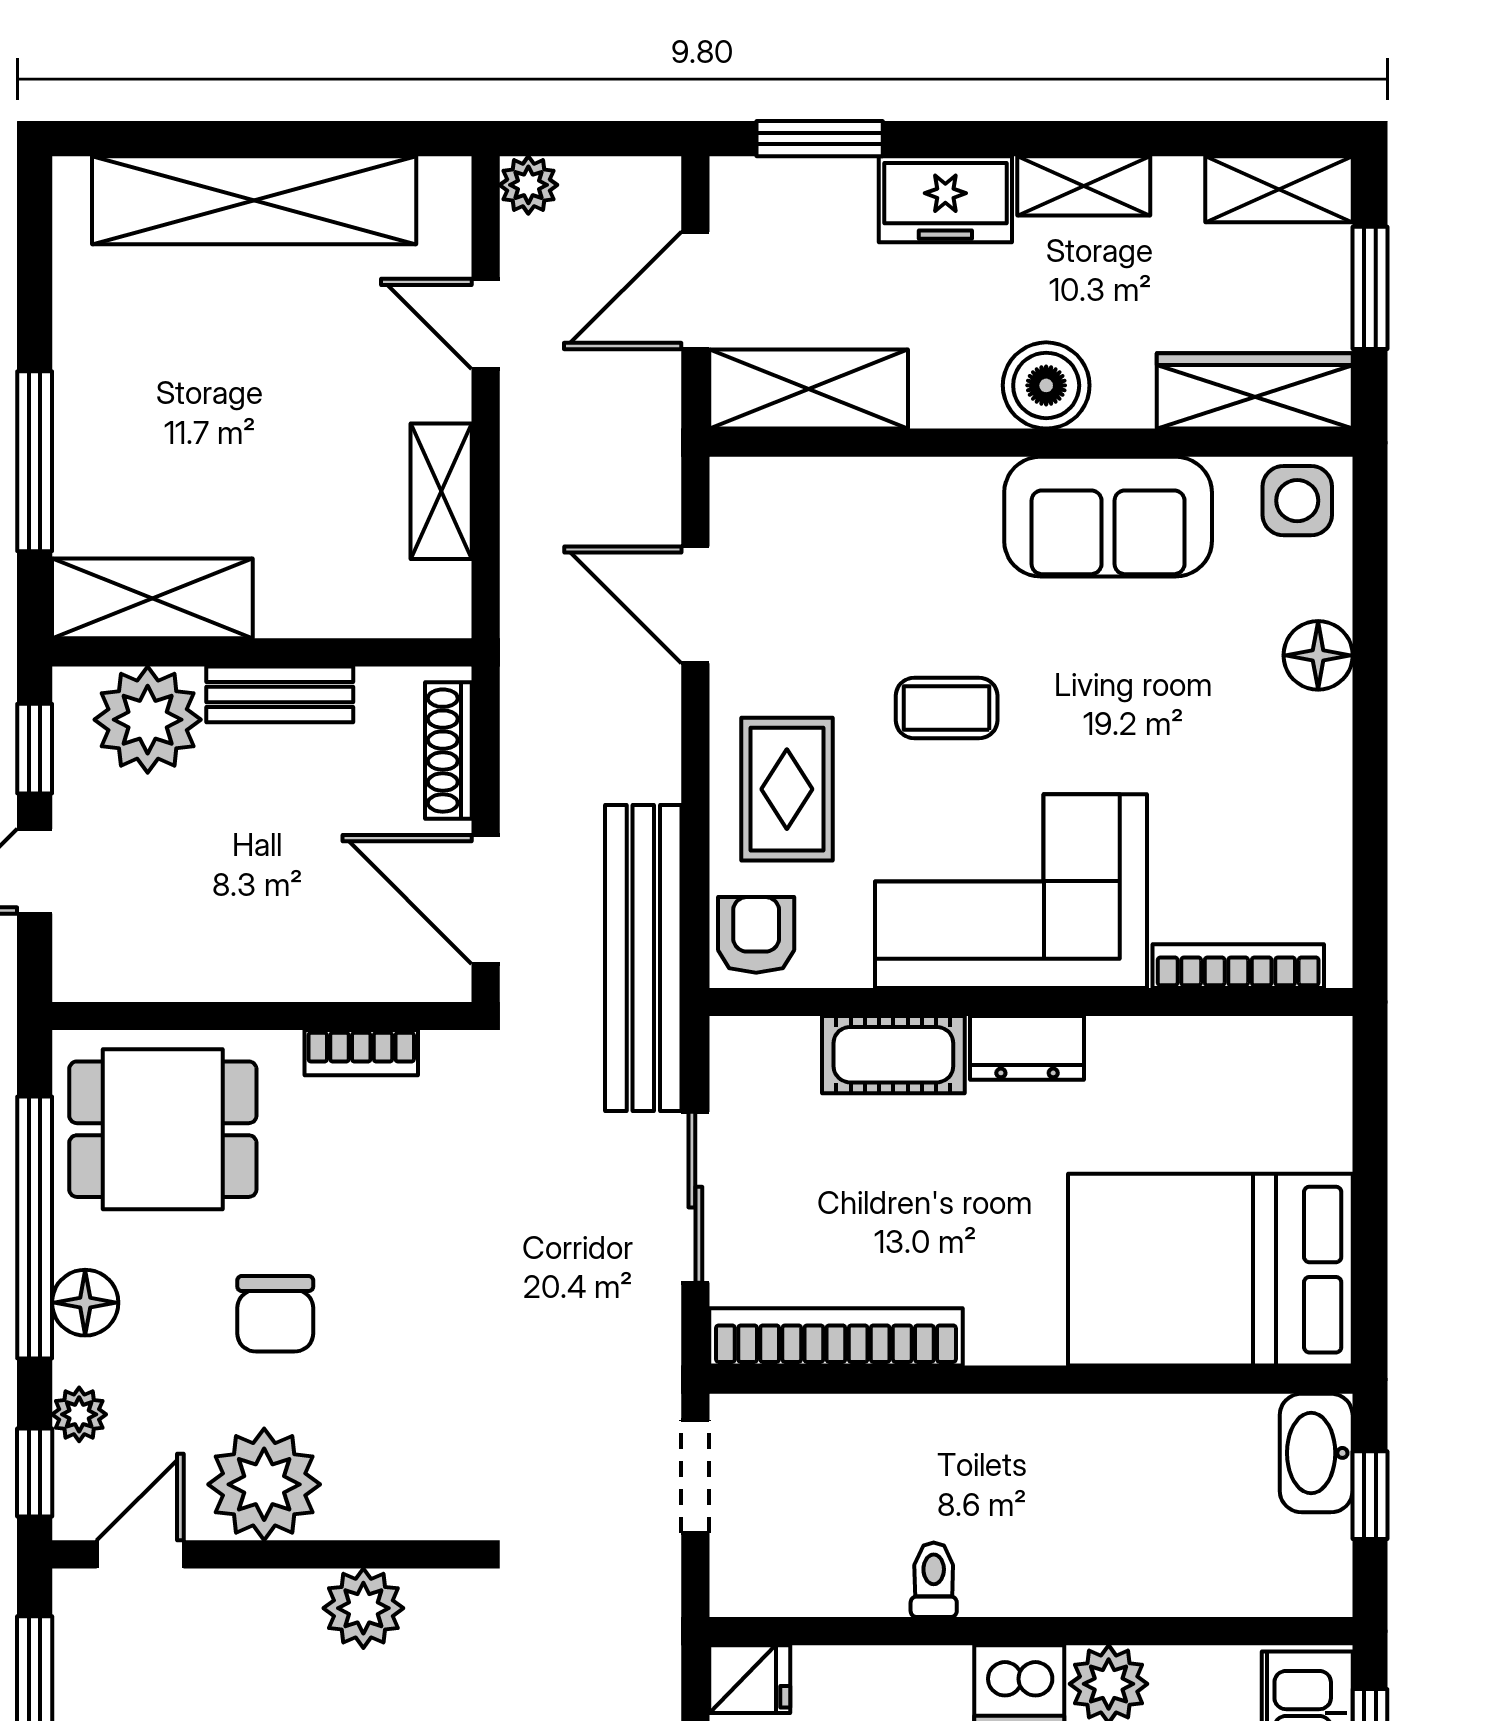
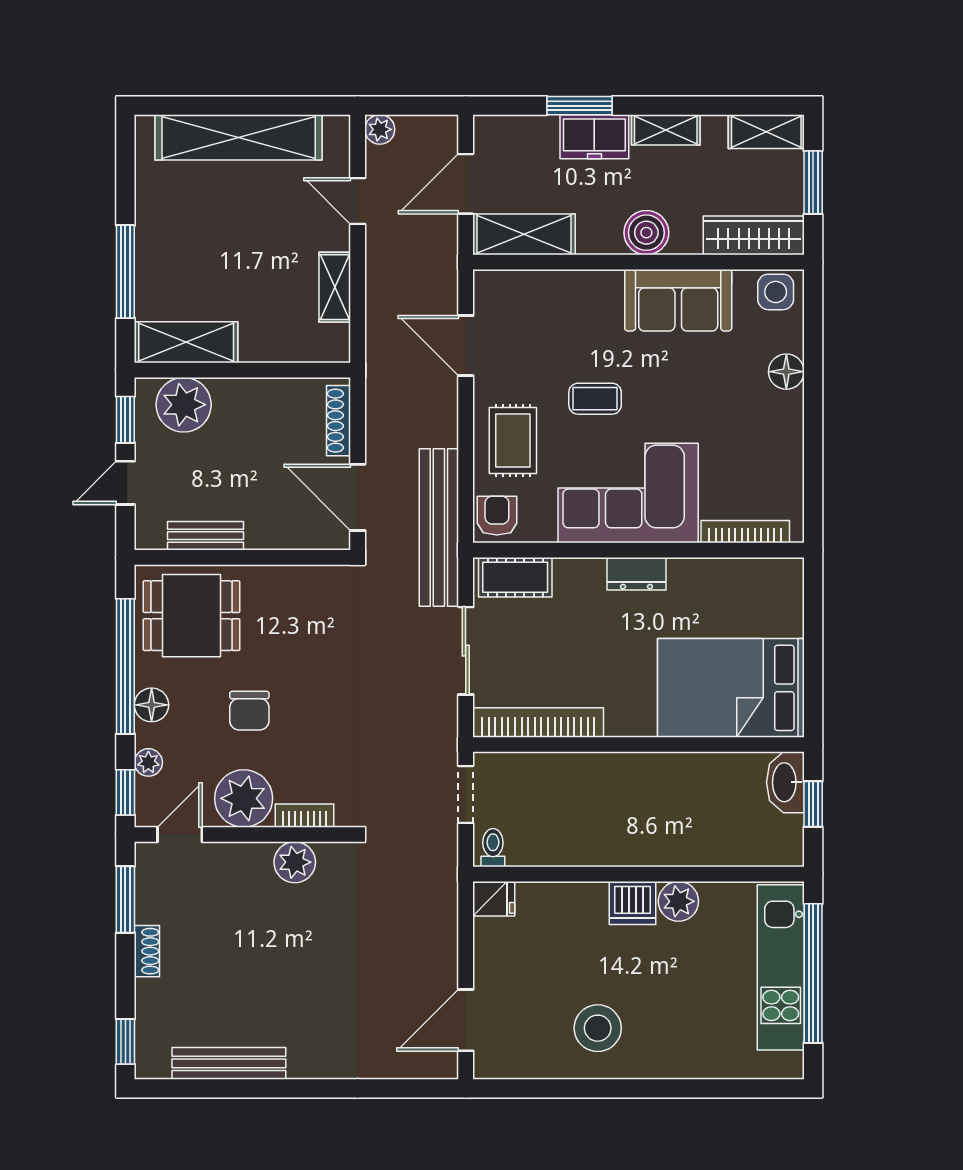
window: (820, 139) -> (580, 106), moved
bench: (280, 694) -> (206, 536), moved
bookcase: (361, 1053) -> (305, 816), moved, turned 180
cot: (893, 1055) -> (515, 577), moved
toilet: (934, 1580) -> (493, 848), moved

